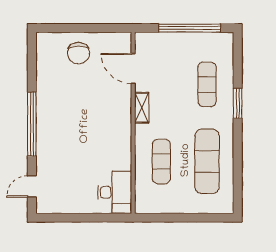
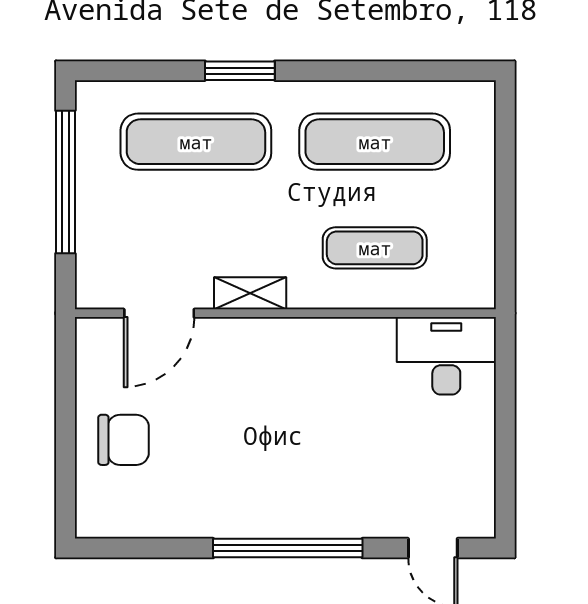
exercise mat: (207, 84) -> (196, 142), width x1.36, depth x1.45

